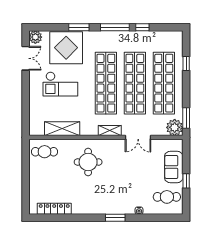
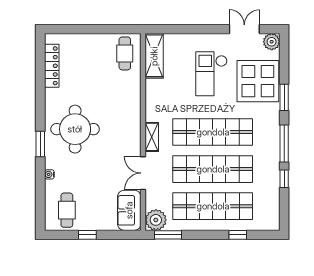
double door: (26, 58) -> (244, 29), swing flipped
shelving: (62, 129) -> (154, 56), moved
round table: (88, 162) -> (75, 129), moved, width x1.36, depth x1.36
sofa: (174, 167) -> (129, 210), moved, turned -90

